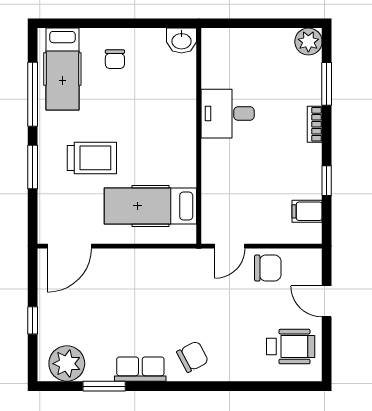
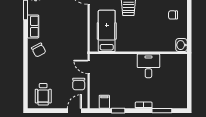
plant: (308, 42) -> (181, 102), removed
door: (327, 301) -> (74, 111), moved

